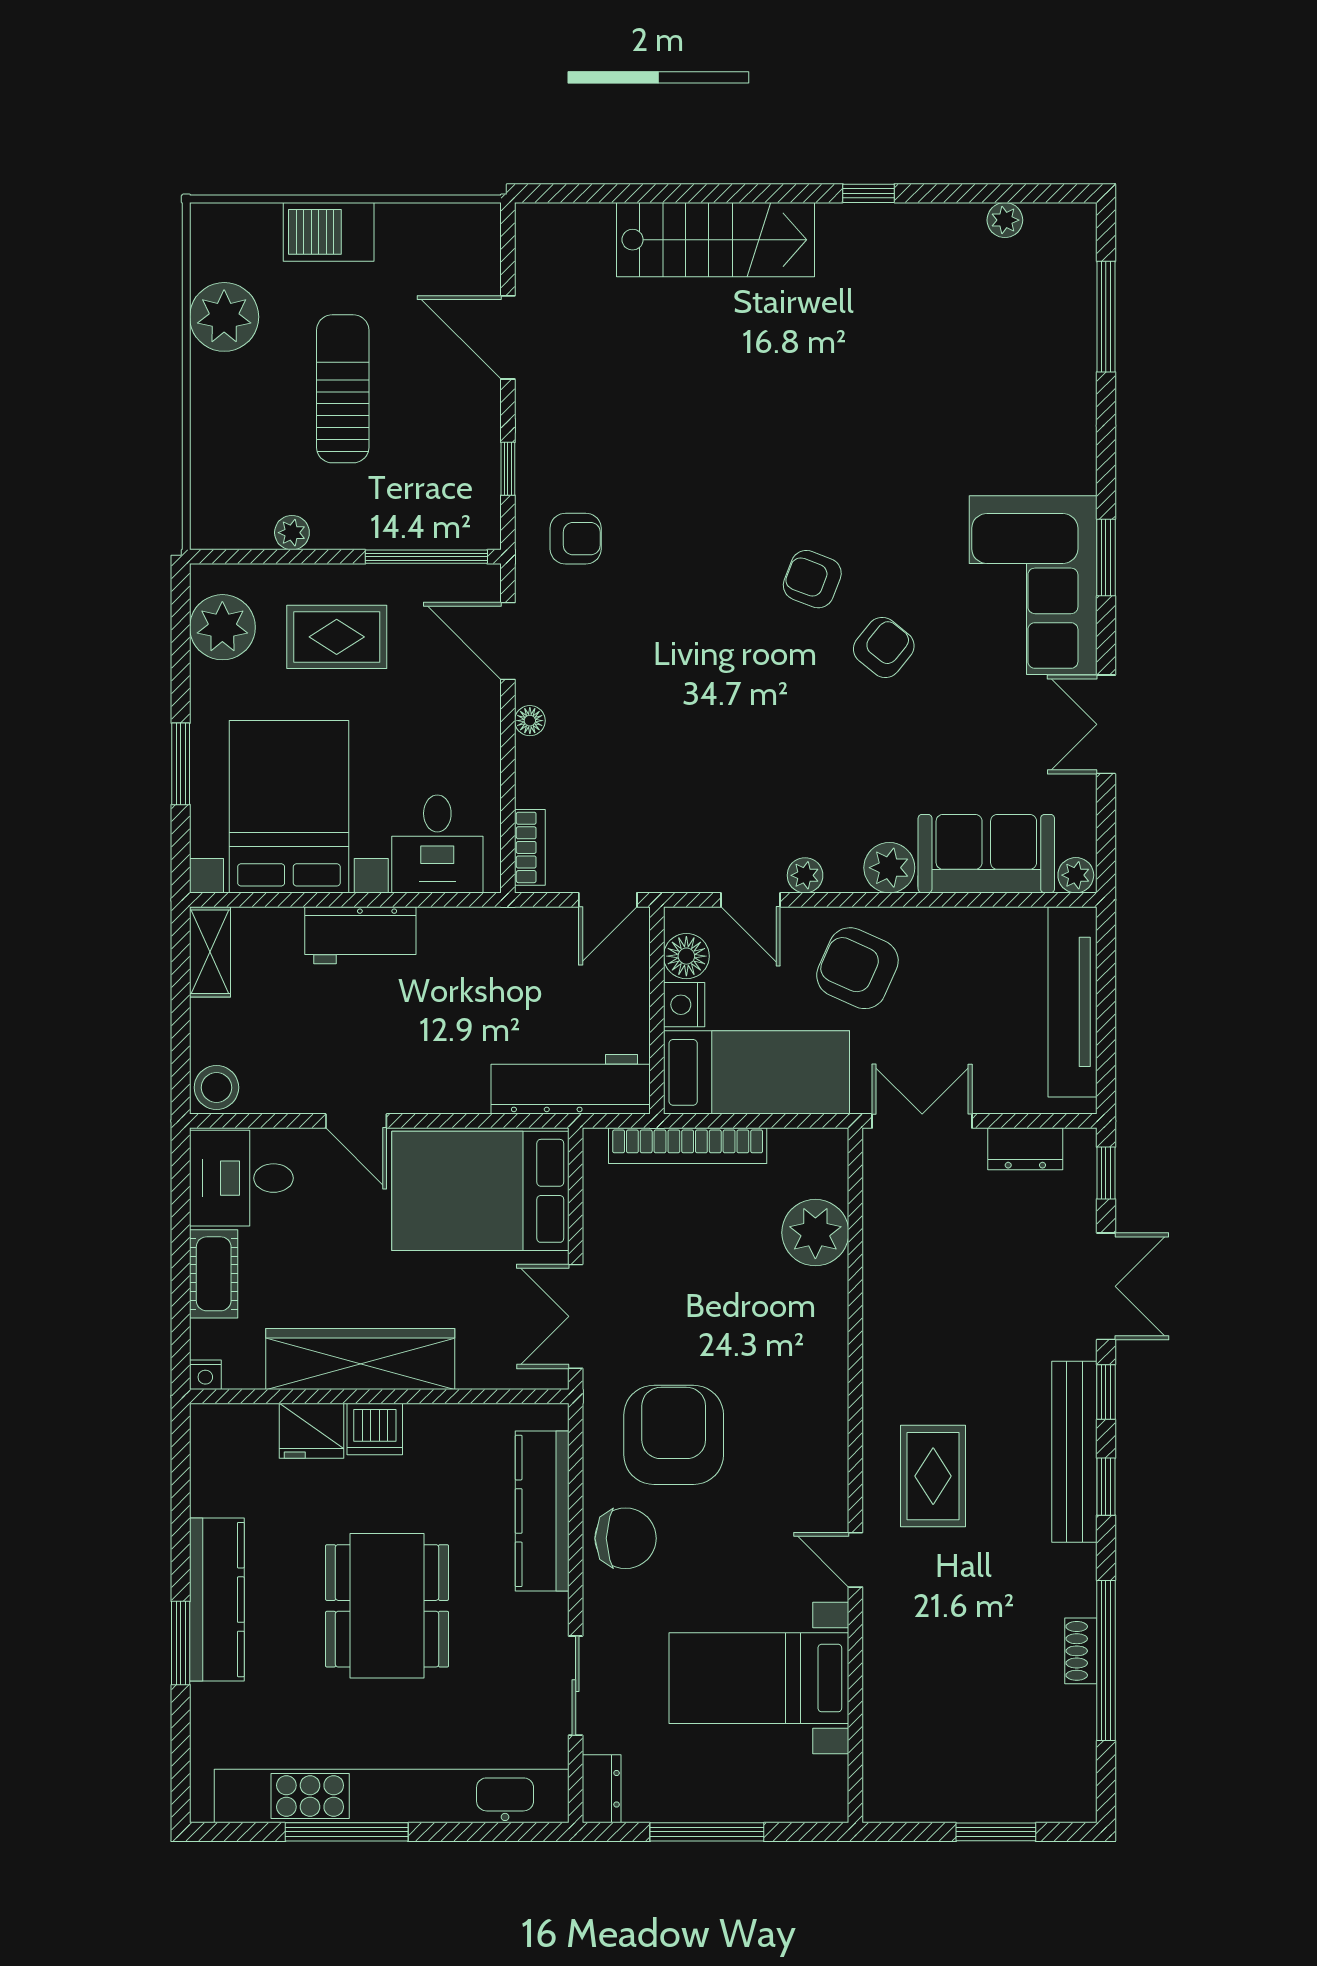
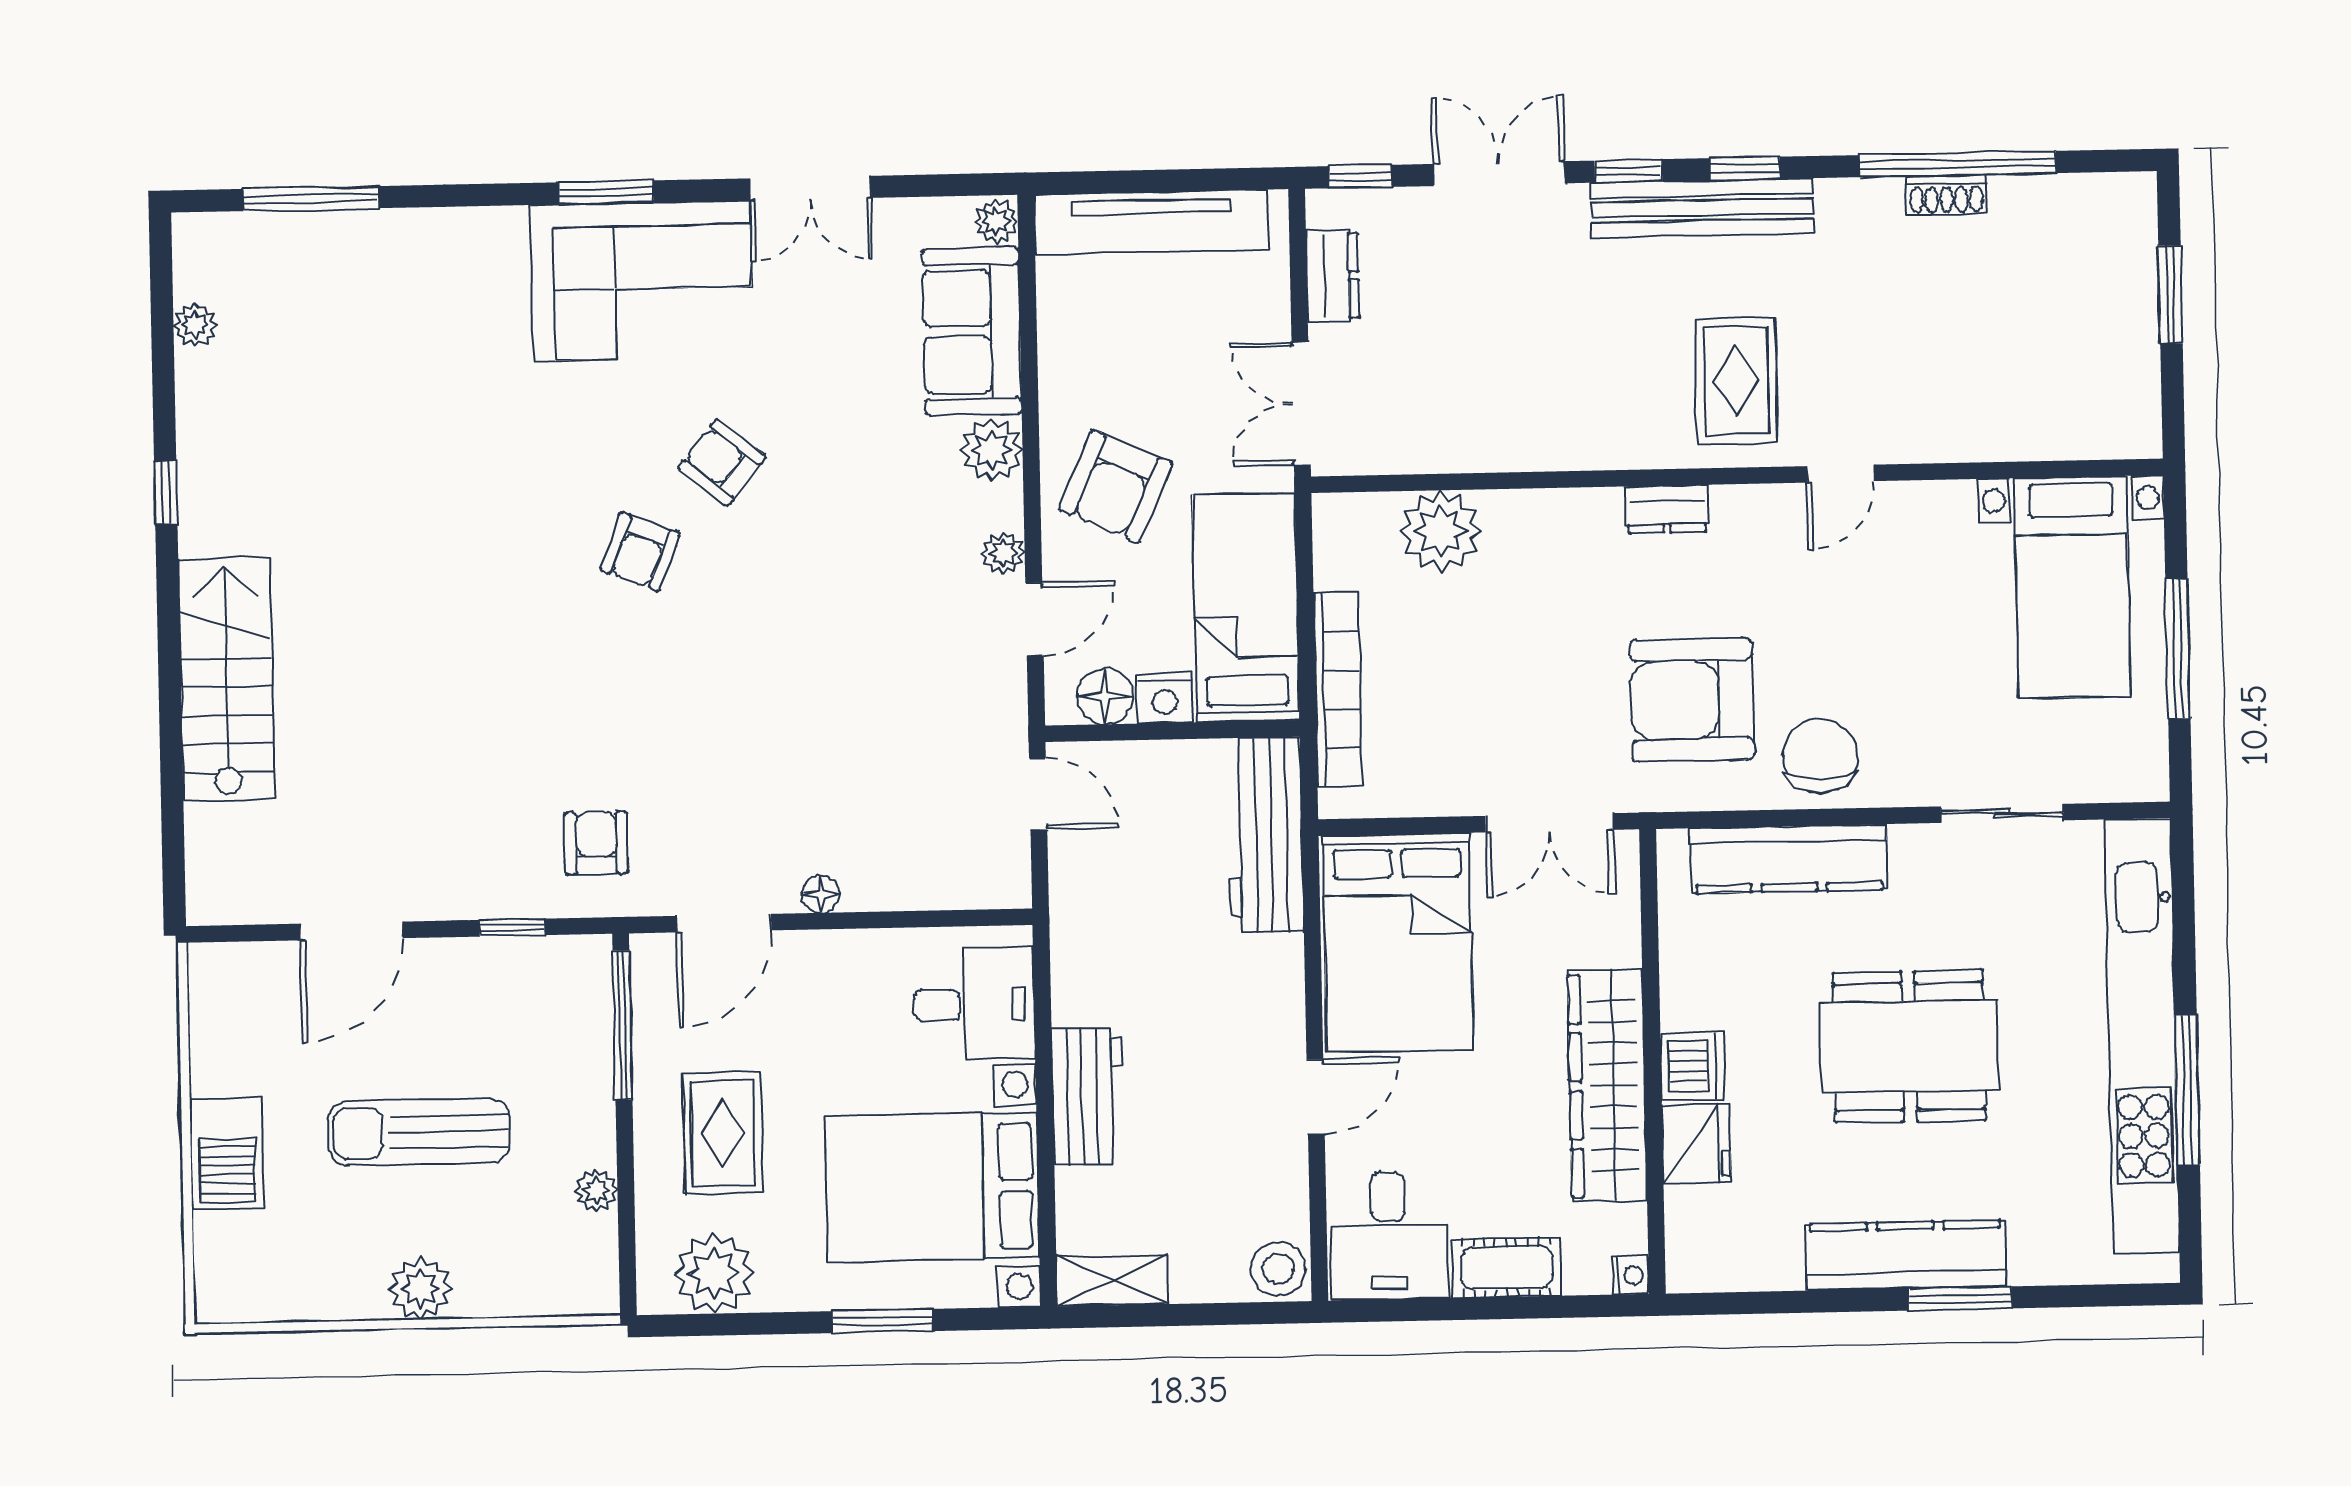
plant: (224, 317) -> (420, 1289), moved, width x0.73, depth x0.73
bookcase: (530, 847) -> (976, 891), removed
rug: (933, 1476) -> (1736, 381), turned 90
bed with nightstands: (759, 1678) -> (2072, 587), moved
dresser: (602, 1789) -> (1667, 509), moved, turned 180

